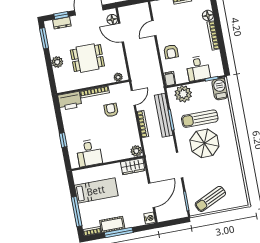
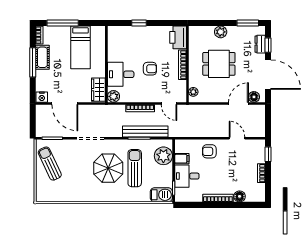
dining table: (87, 58) -> (219, 64), turned 90
filing cabinet: (170, 79) -> (182, 159), moved
armchair: (111, 110) -> (150, 69), moved
desk: (89, 153) -> (121, 74), moved

